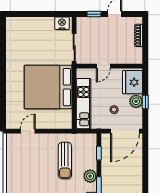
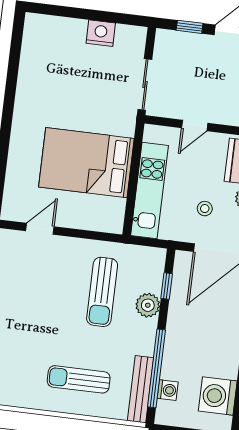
nightstand: (62, 23) -> (101, 33), moved
bed: (48, 87) -> (86, 163), width x0.73
plant: (90, 176) -> (148, 305), moved

